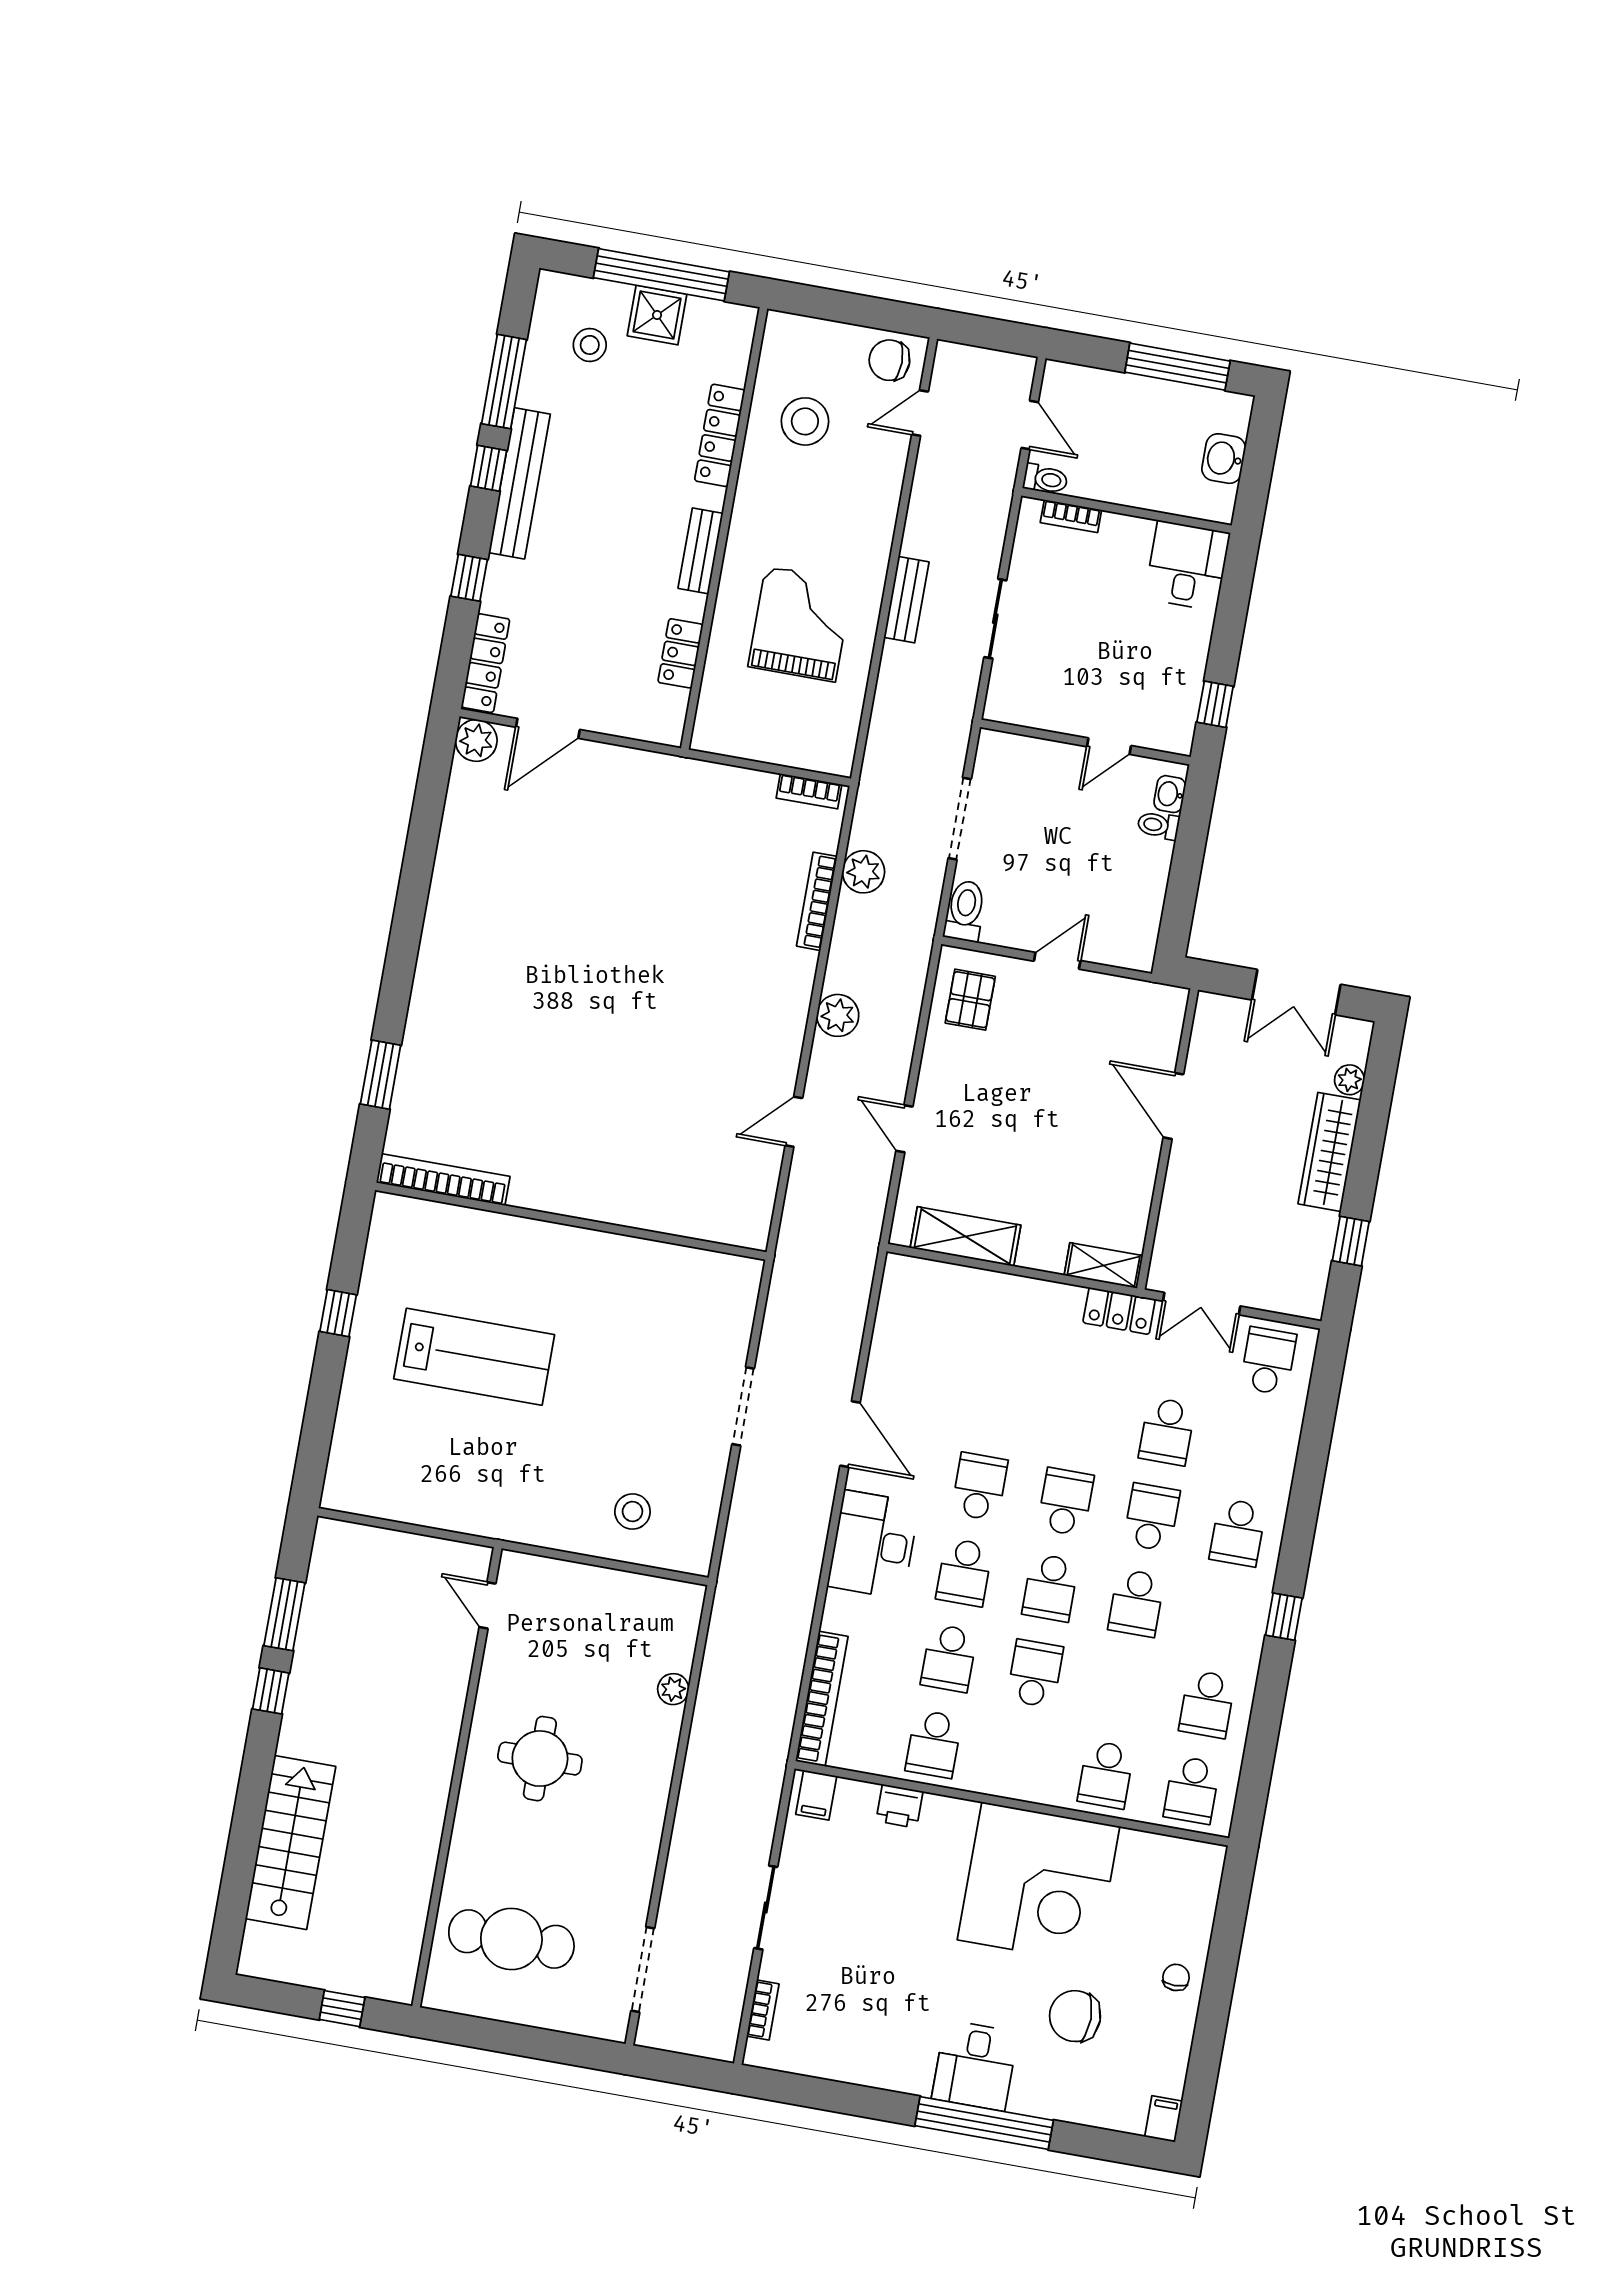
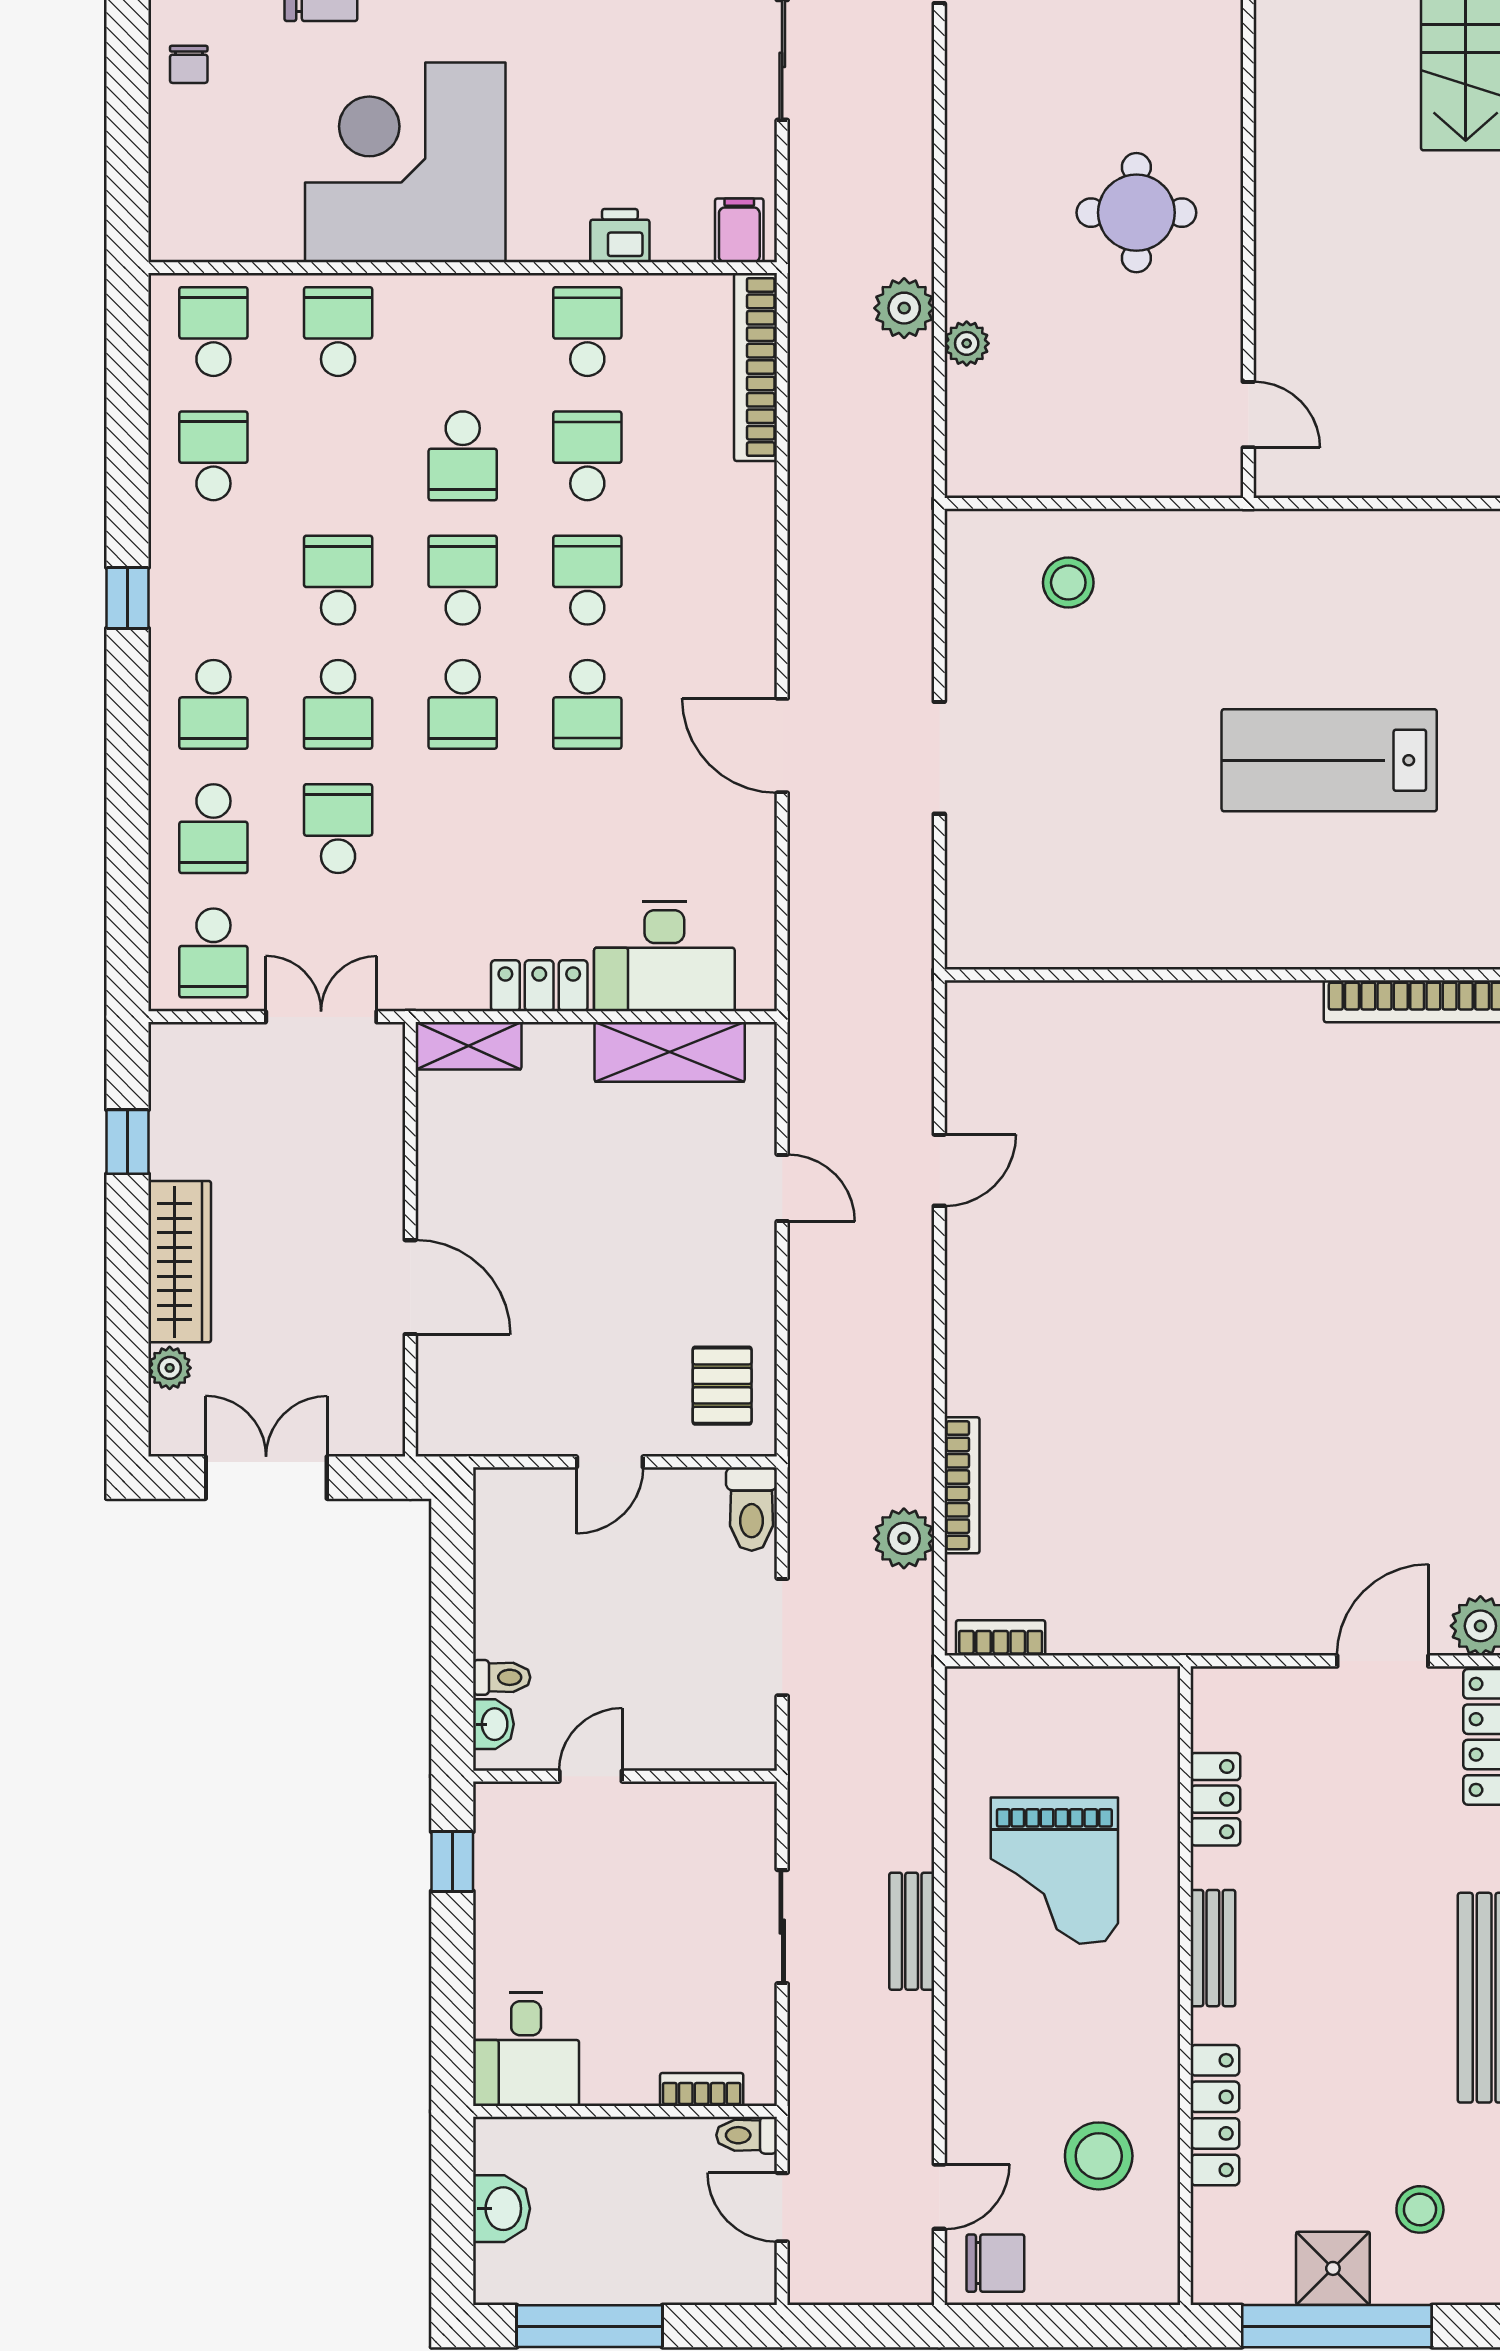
plant: (838, 1015) -> (904, 308), moved
locker: (1119, 1311) -> (539, 986), moved
school desk: (1253, 1447) -> (213, 829), added
school desk: (1238, 1533) -> (213, 704), turned 180
desk: (873, 1544) -> (664, 956), moved, turned 90

